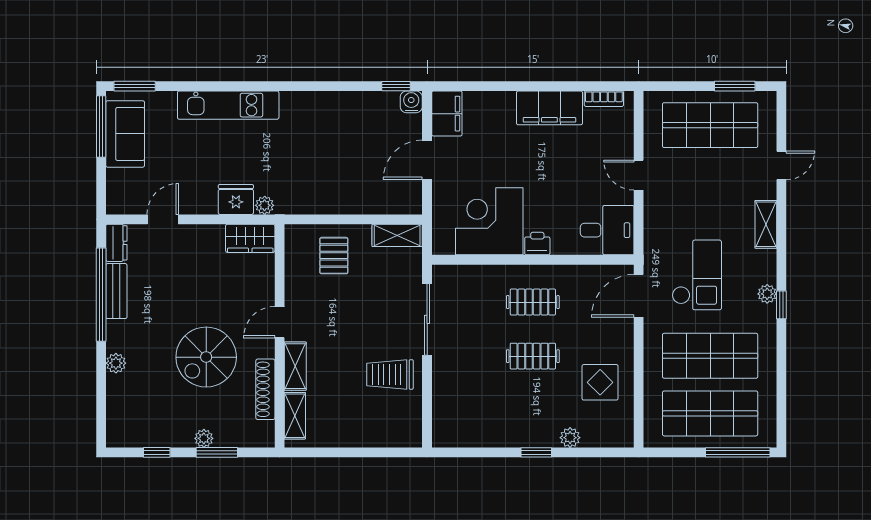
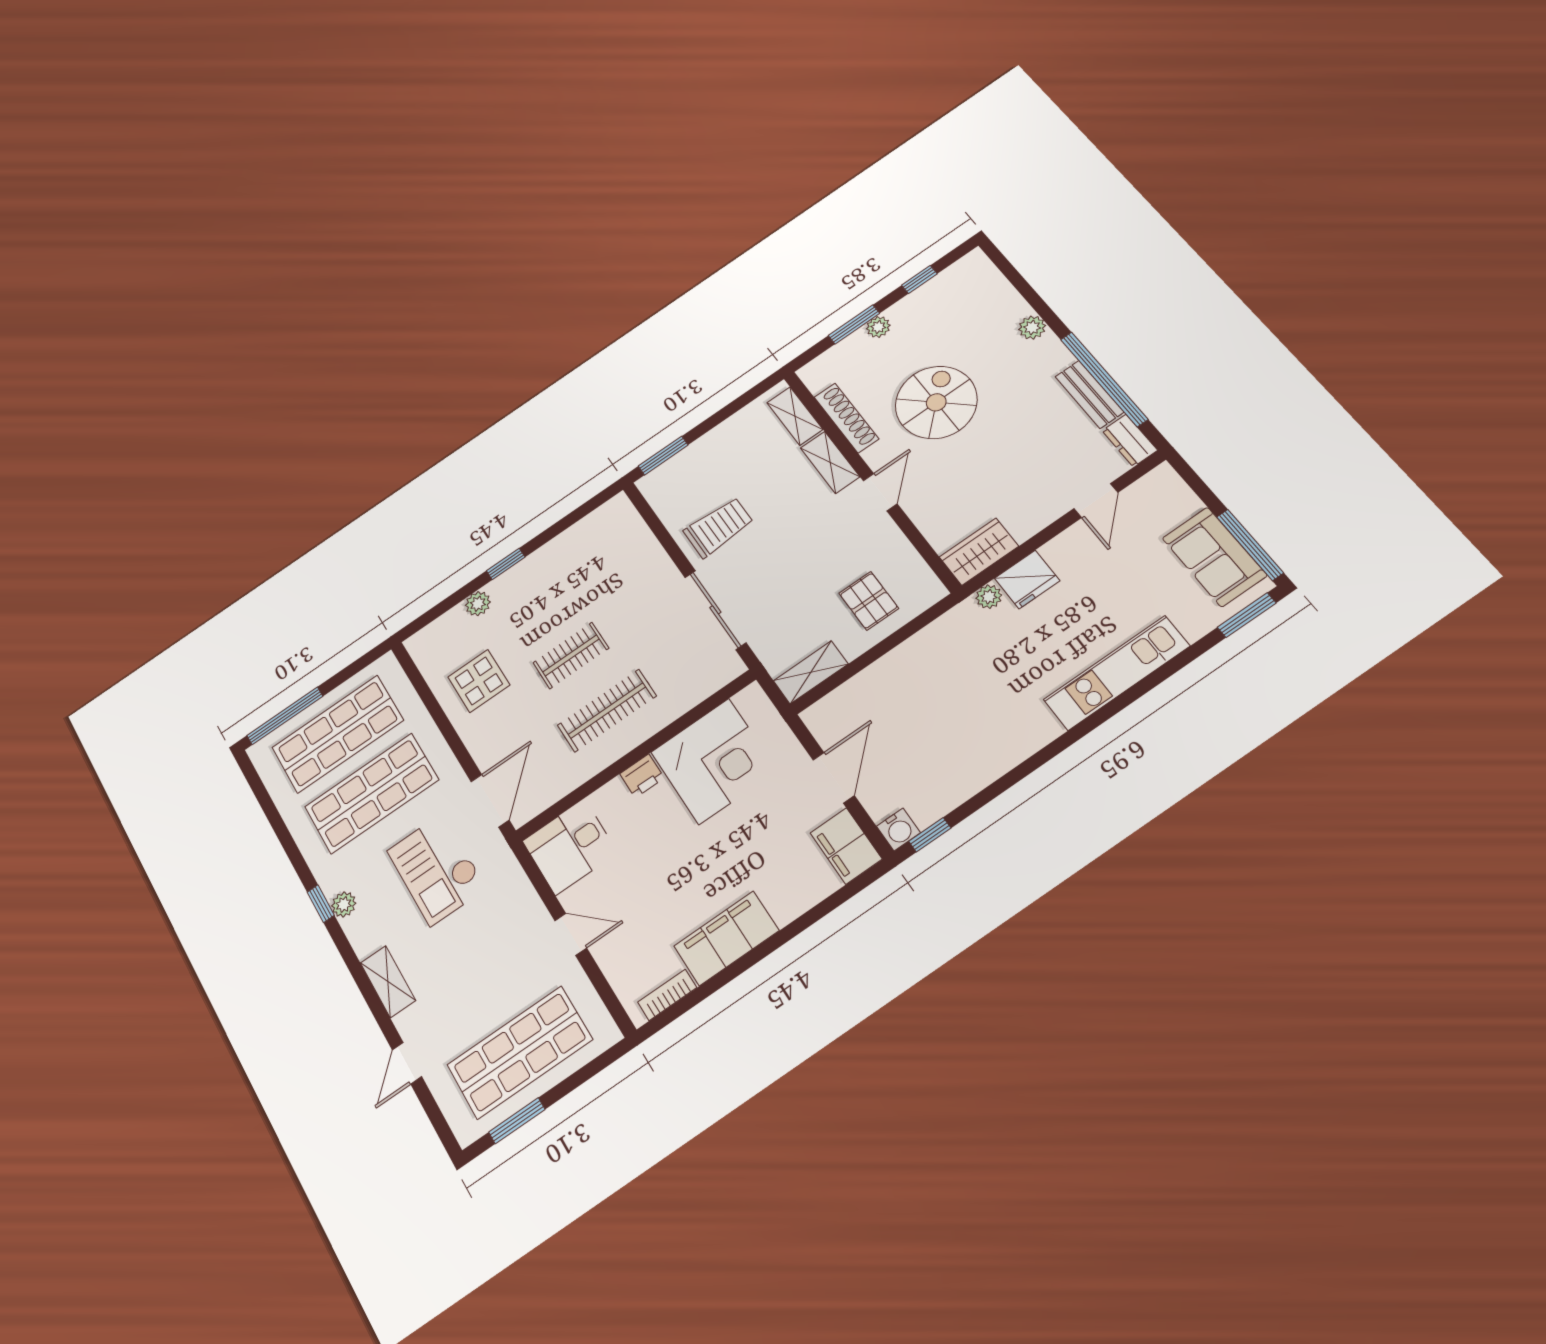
clothes rail: (533, 302) -> (607, 711), width x1.36
window: (392, 452) -> (663, 456), added

